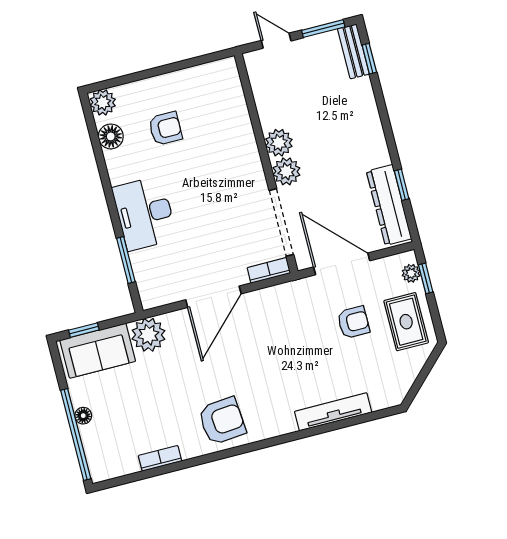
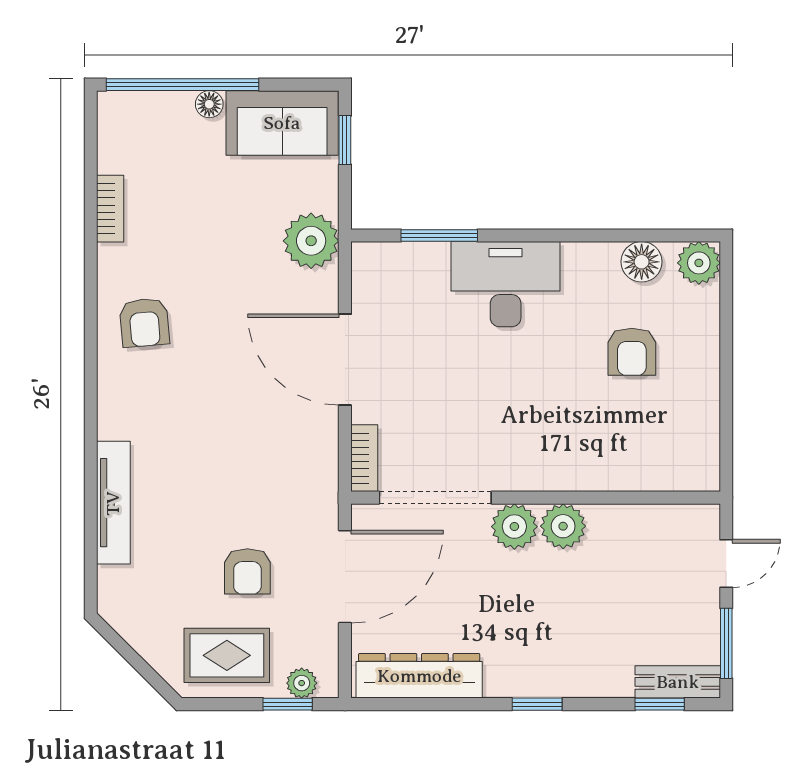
window: (402, 185) -> (537, 704), moved
sofa: (98, 351) -> (282, 123), moved, turned -90
armchair: (222, 421) -> (144, 323), width x0.72, depth x0.72

